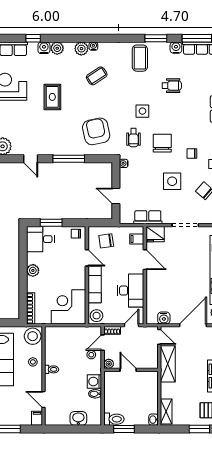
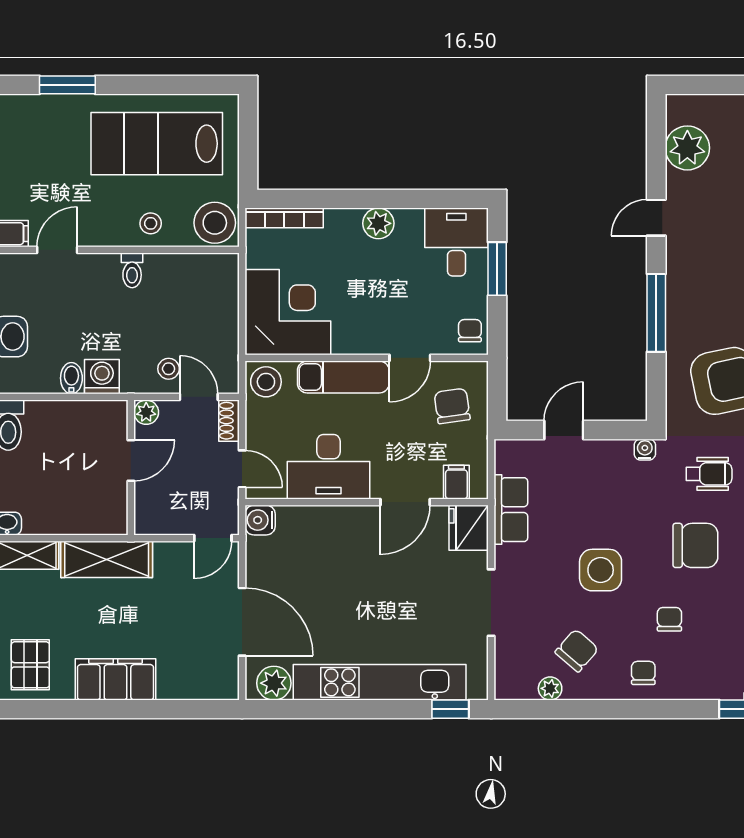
wheelchair: (133, 138) -> (709, 474), turned 180
water cooler: (164, 318) -> (260, 520), moved
shelving: (168, 364) -> (107, 559), moved

